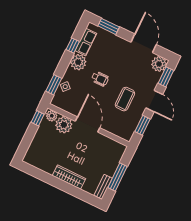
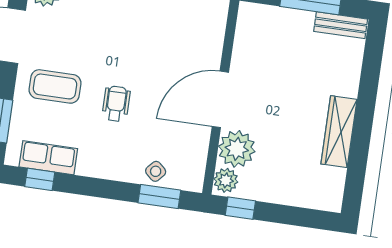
window: (73, 46) -> (40, 179), moved
plant: (78, 62) -> (96, 160), removed
coffee table: (125, 99) -> (55, 86), moved
wardrobe: (69, 177) -> (339, 132), moved

